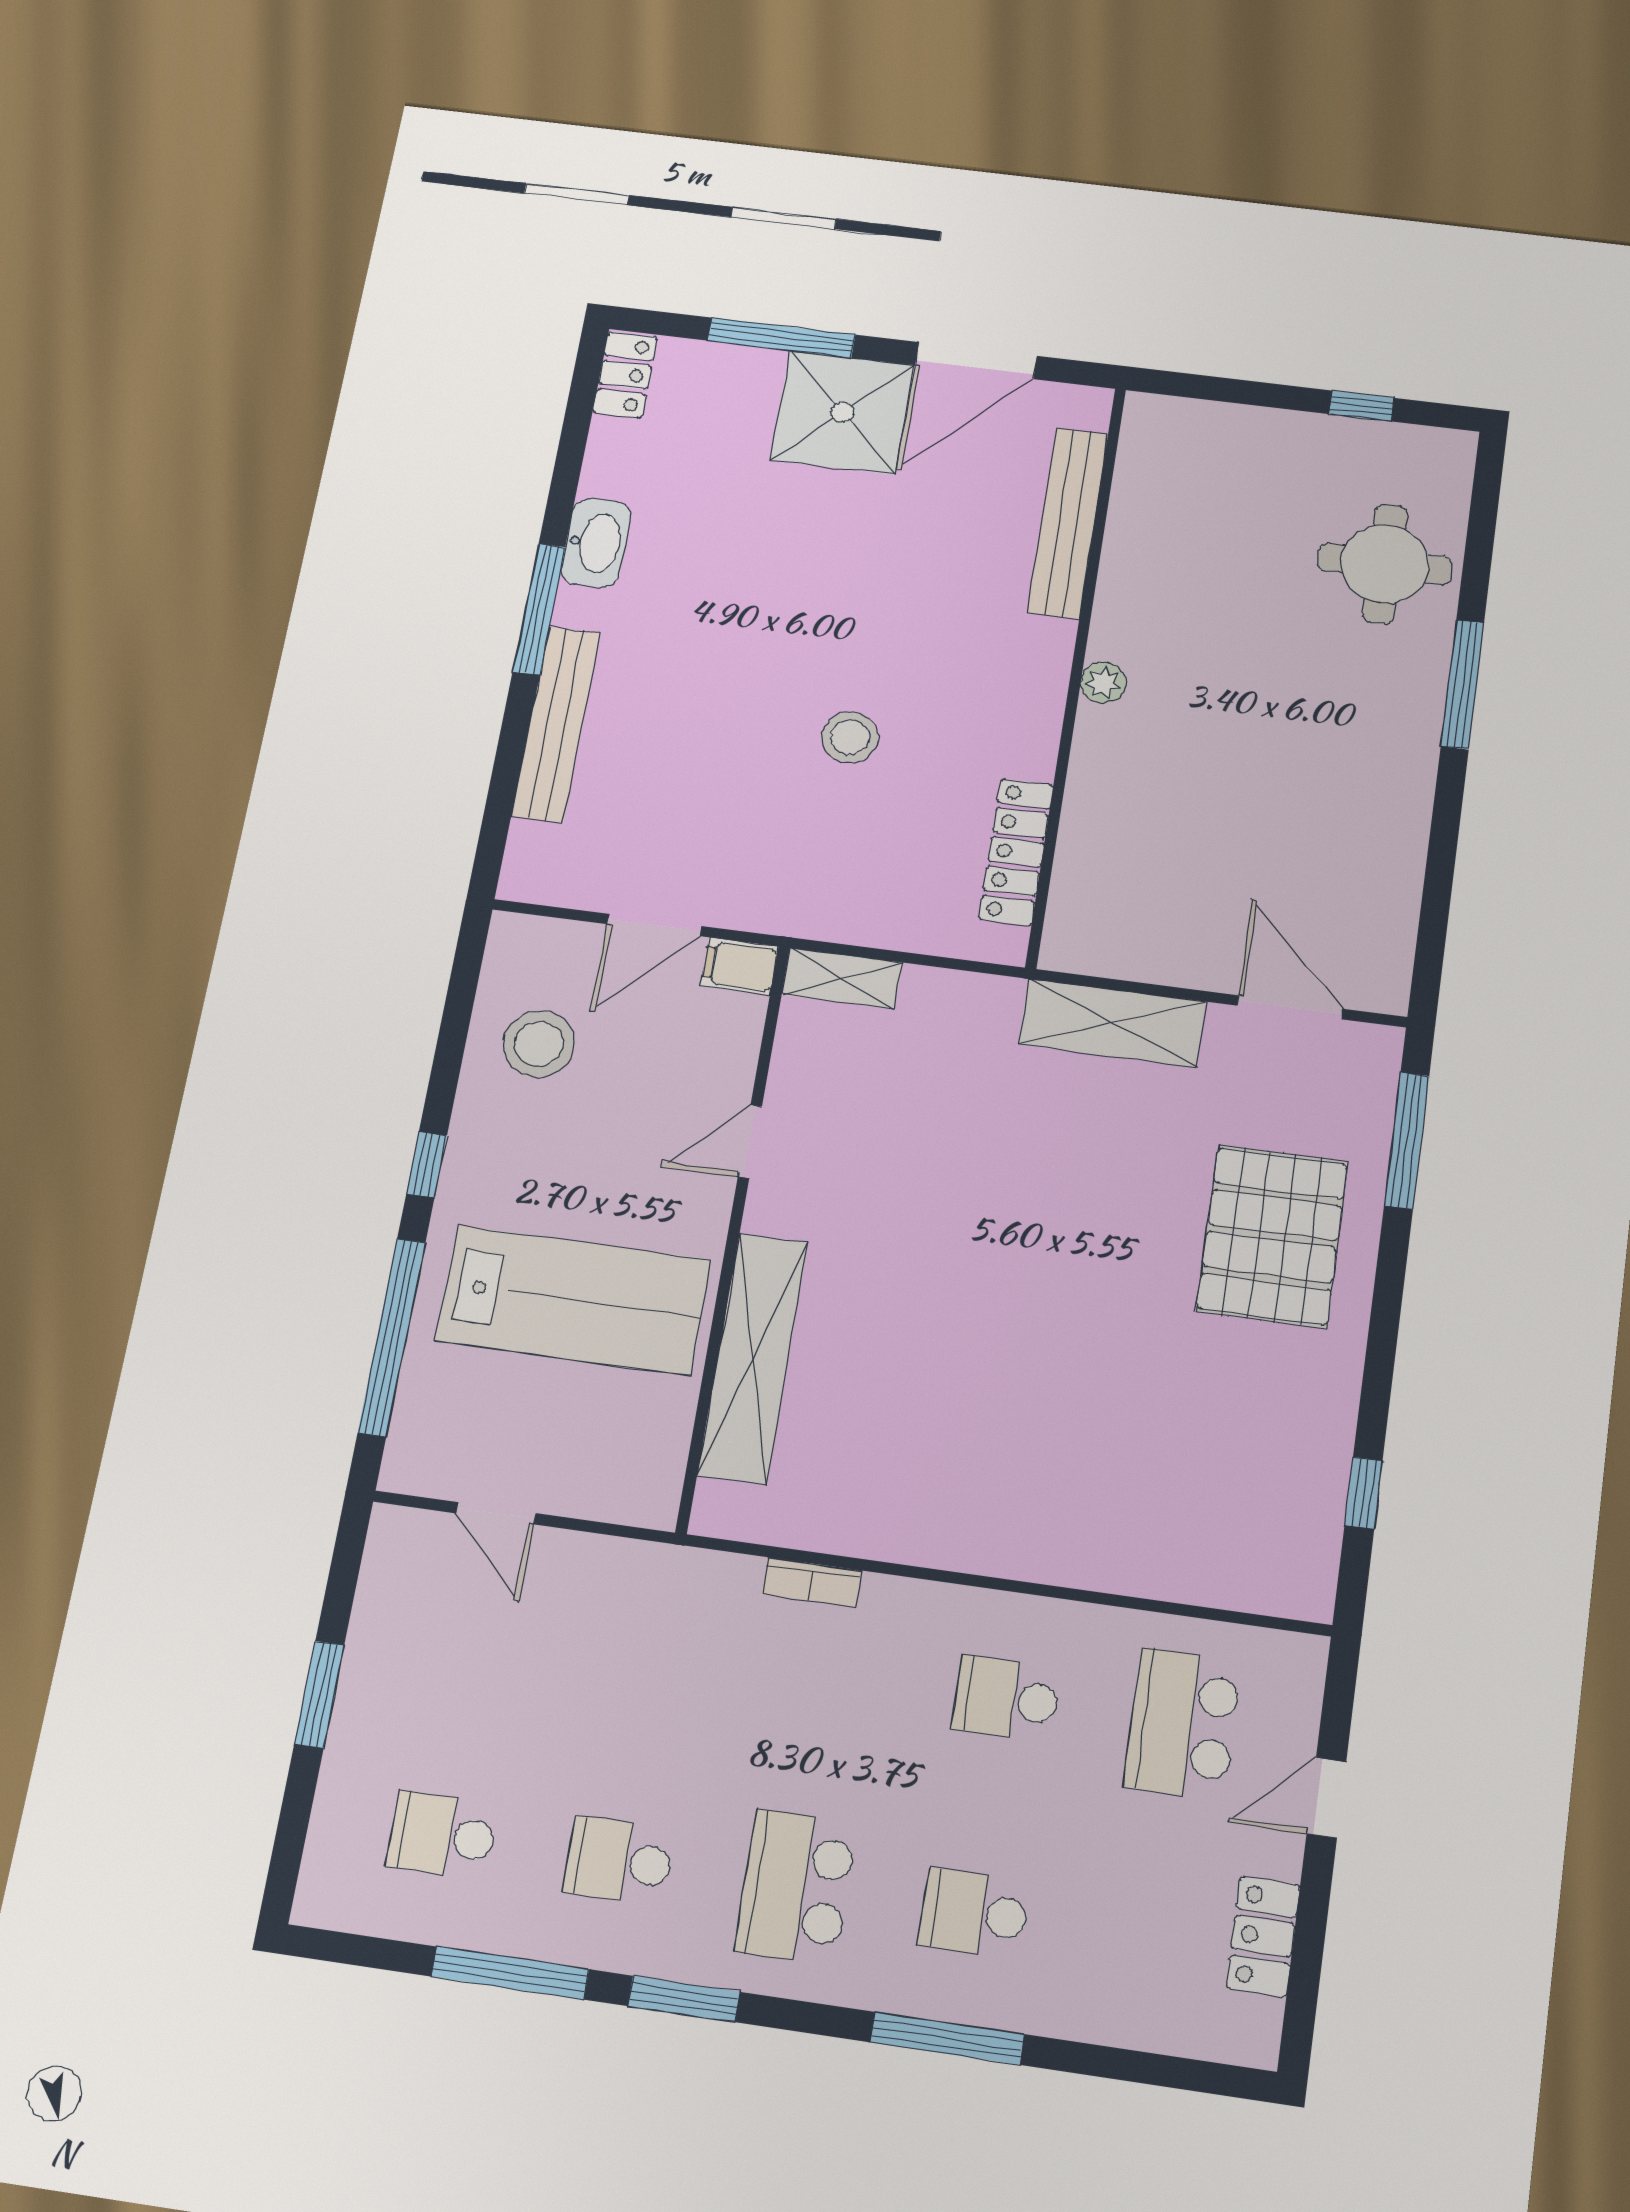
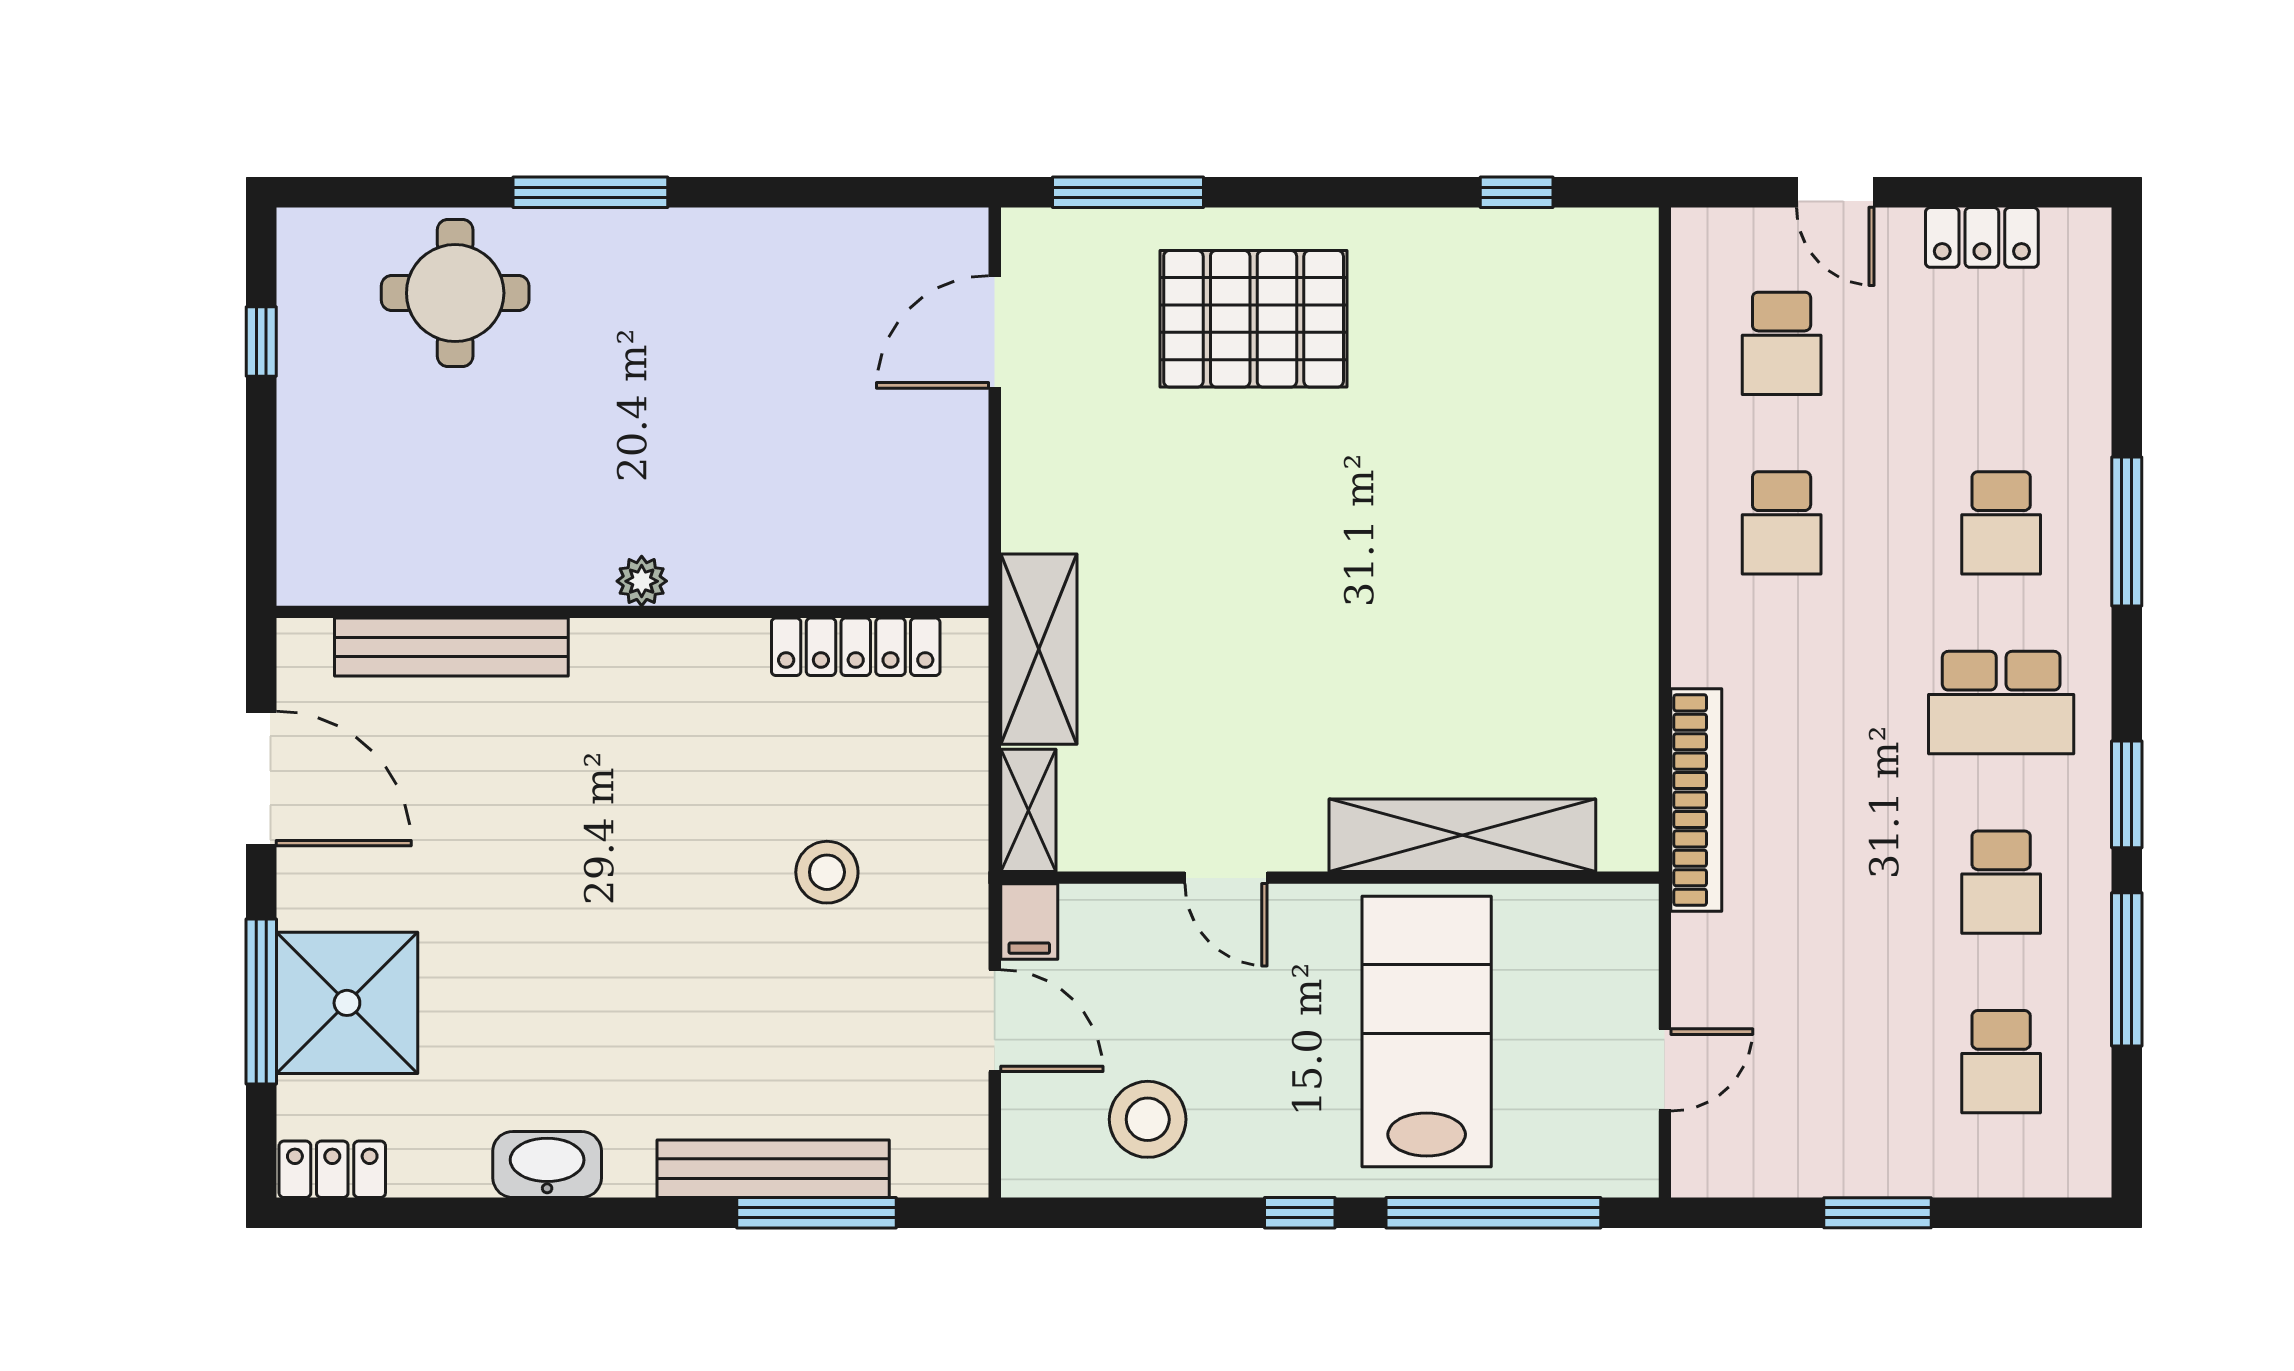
shower: (842, 412) -> (347, 1003), moved
window: (539, 609) -> (816, 1213), moved
stool: (850, 737) -> (827, 872), moved
shelving: (1112, 1023) -> (1039, 649), moved
bookcase: (812, 1582) -> (1696, 800), width x2.31, depth x1.31
school desk: (1183, 1724) -> (1782, 343), width x0.54

